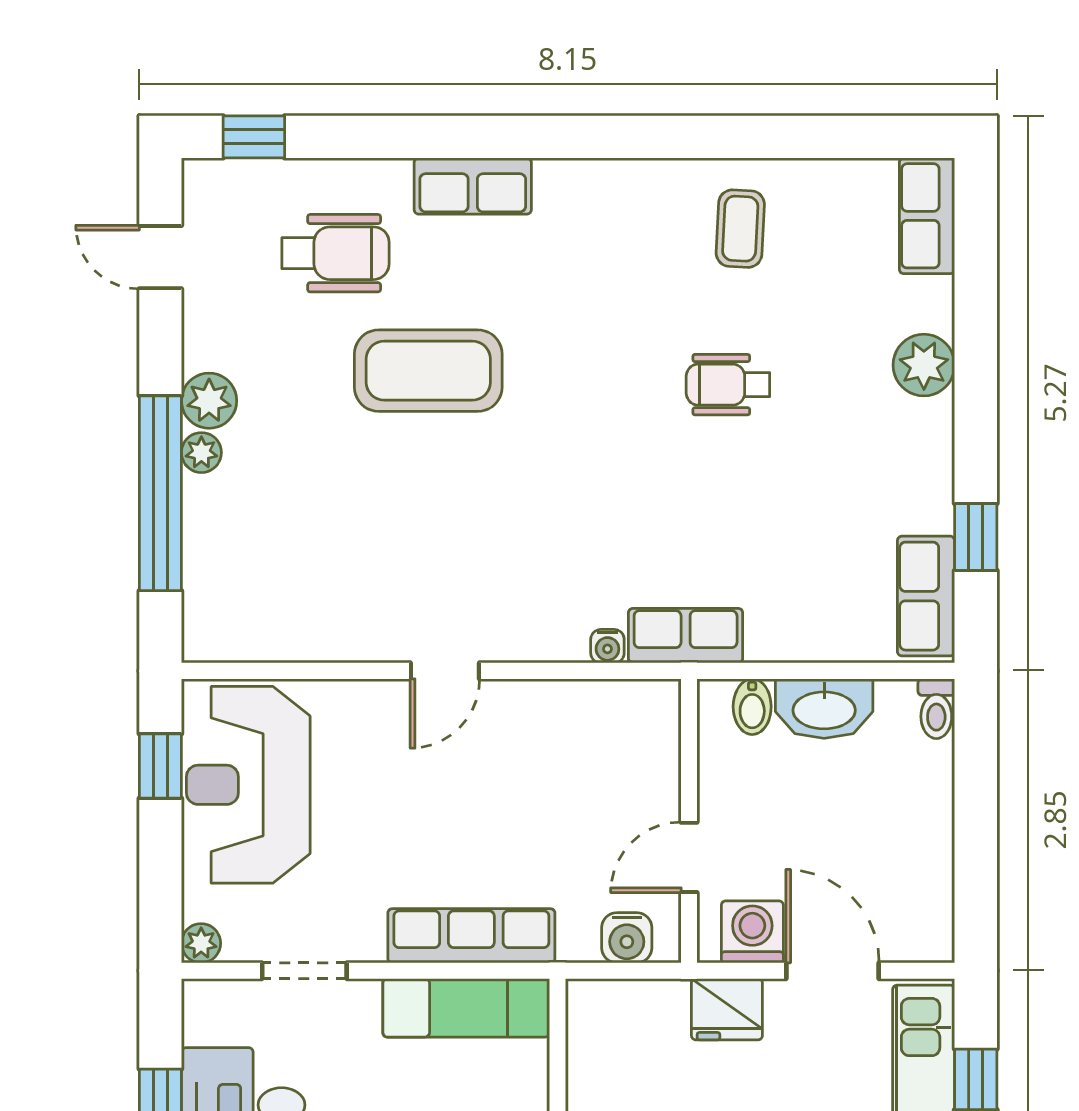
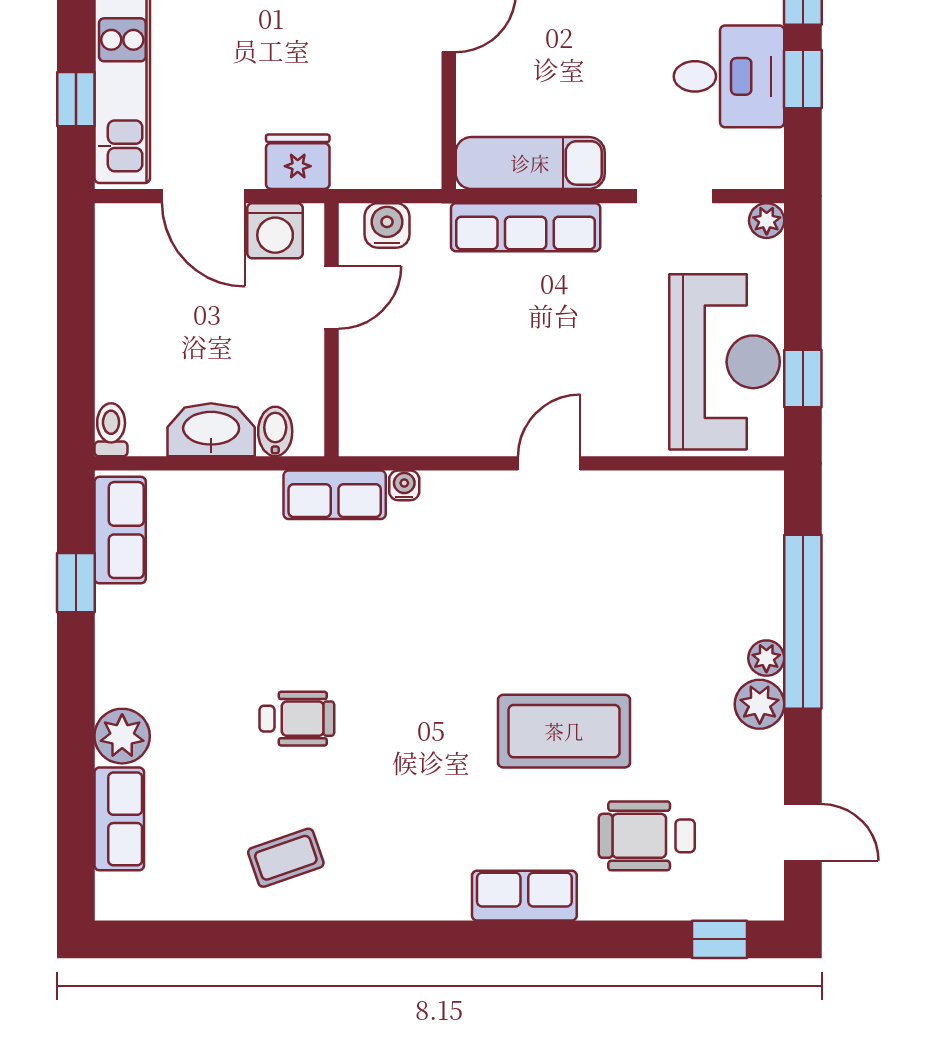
row of seats: (927, 216) -> (119, 819), moved
coffee table: (740, 229) -> (286, 858), turned 68

